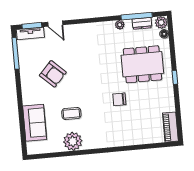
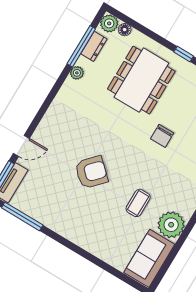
armchair: (53, 74) -> (91, 172), moved
sofa: (35, 123) -> (149, 258), moved, turned -90

